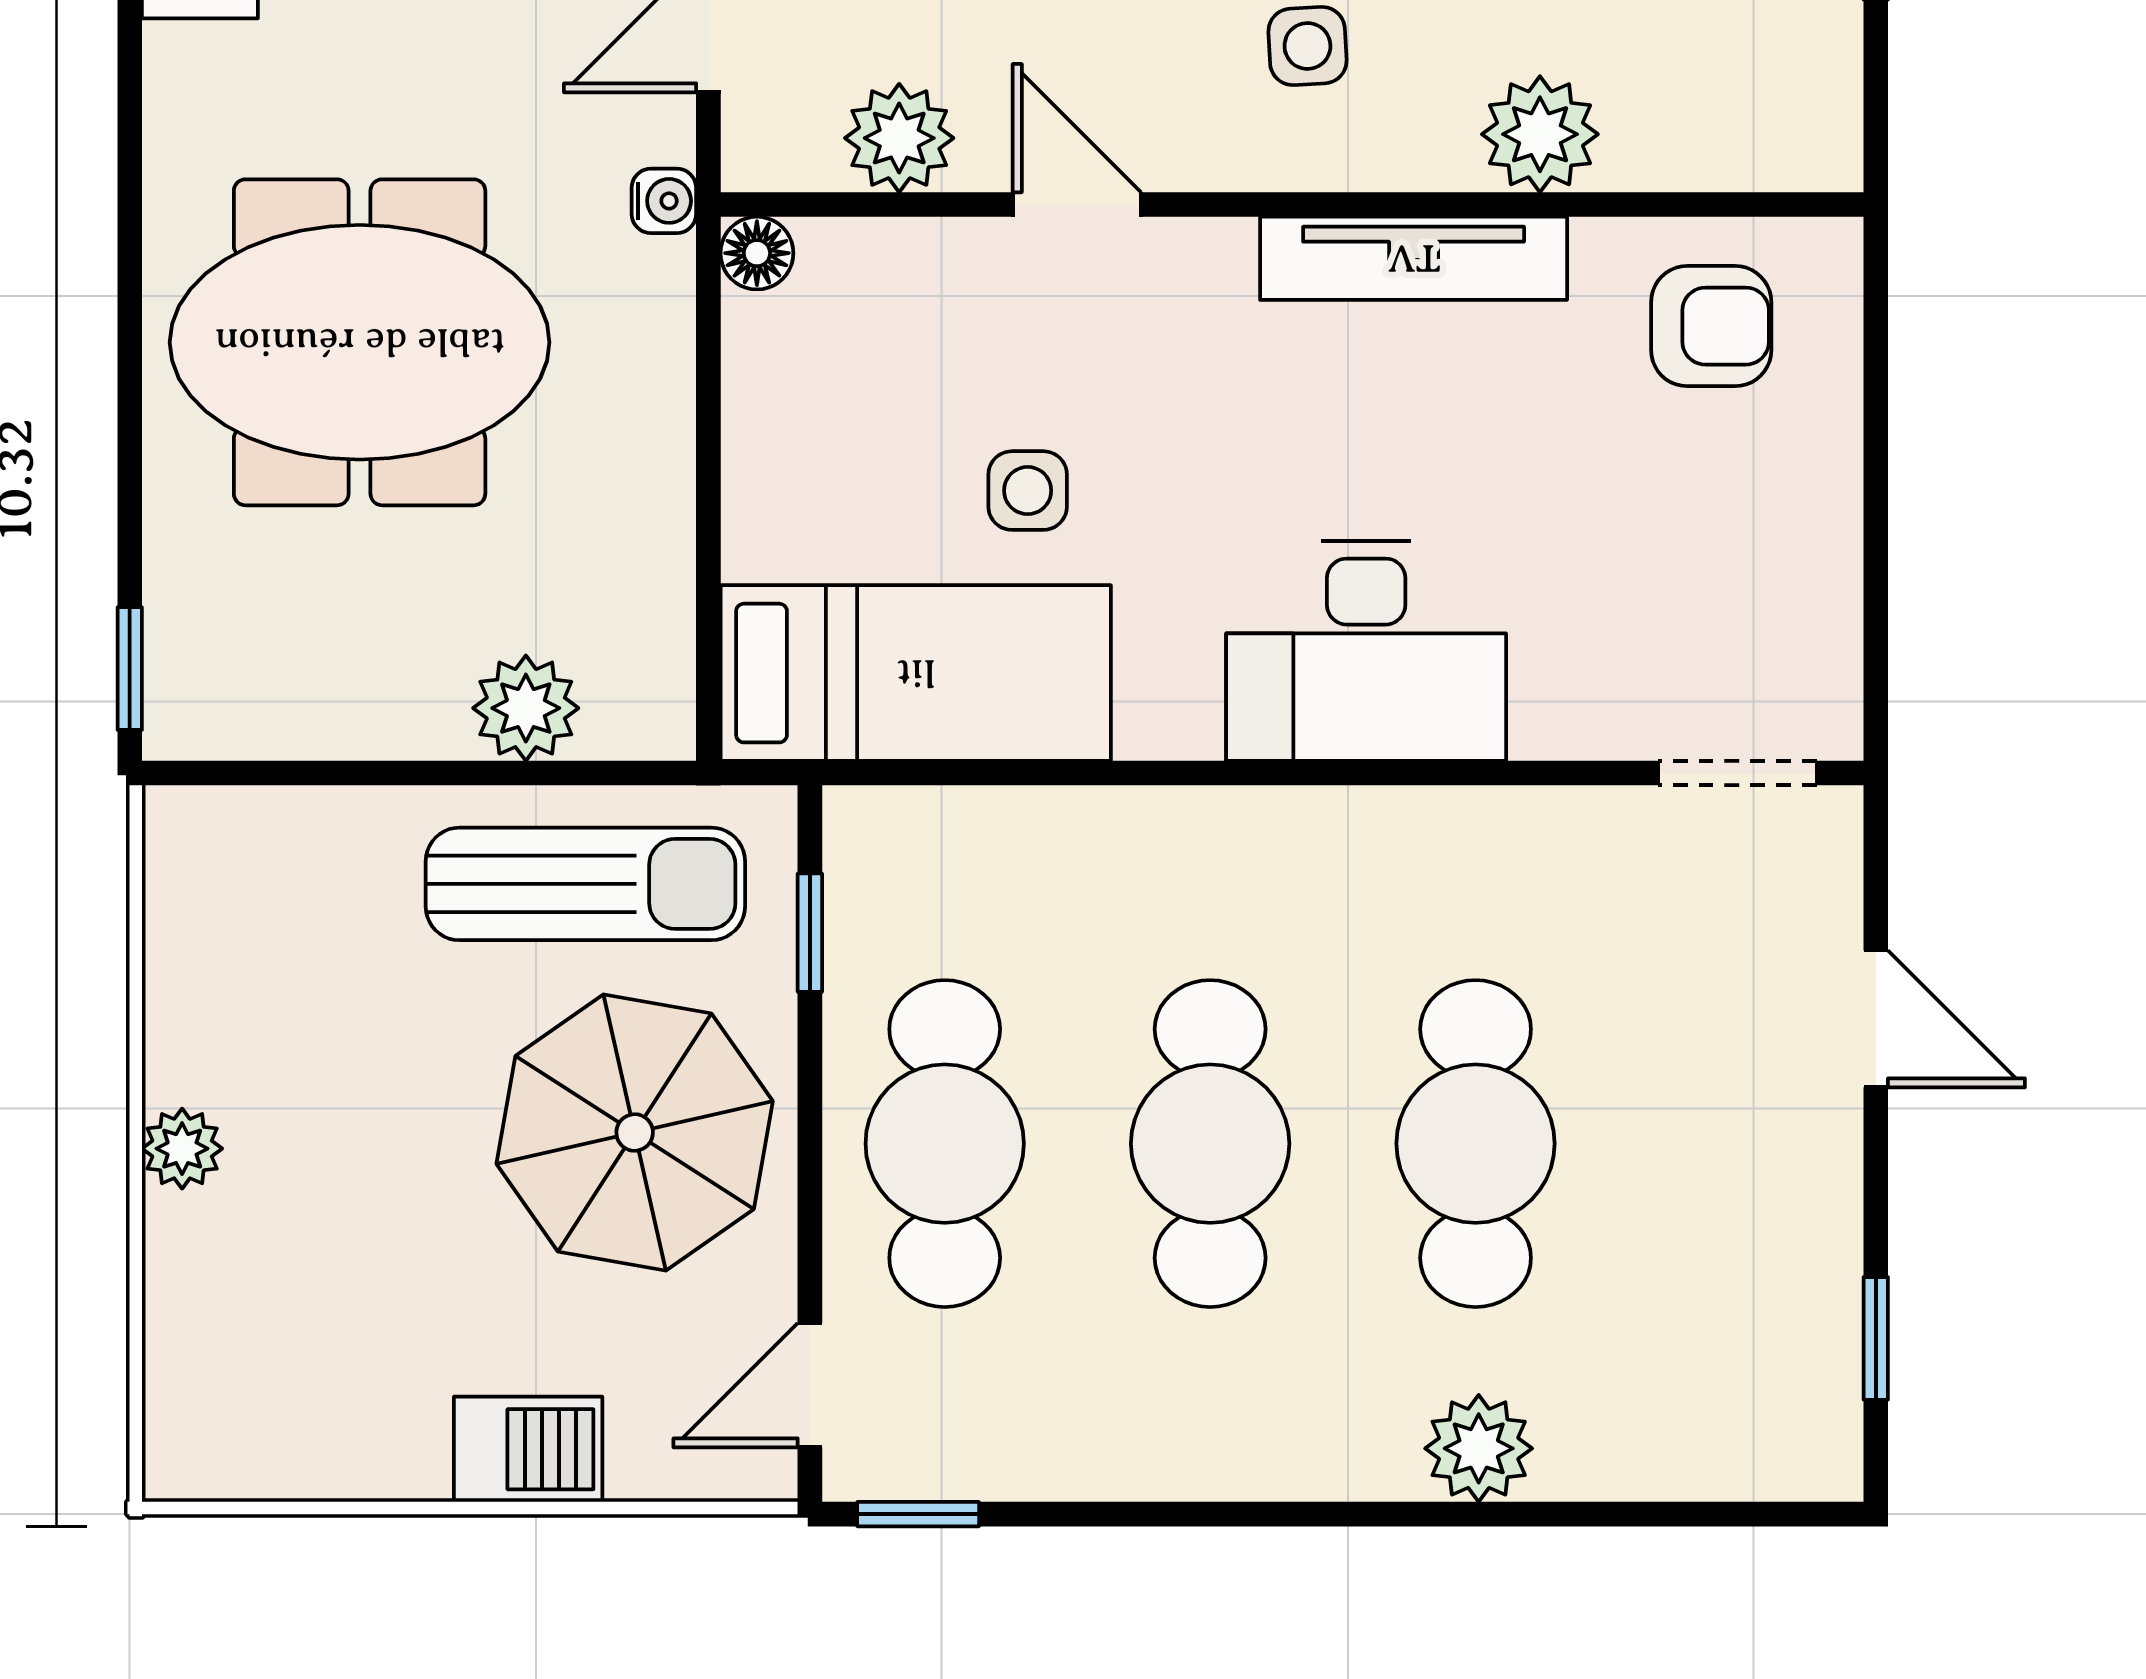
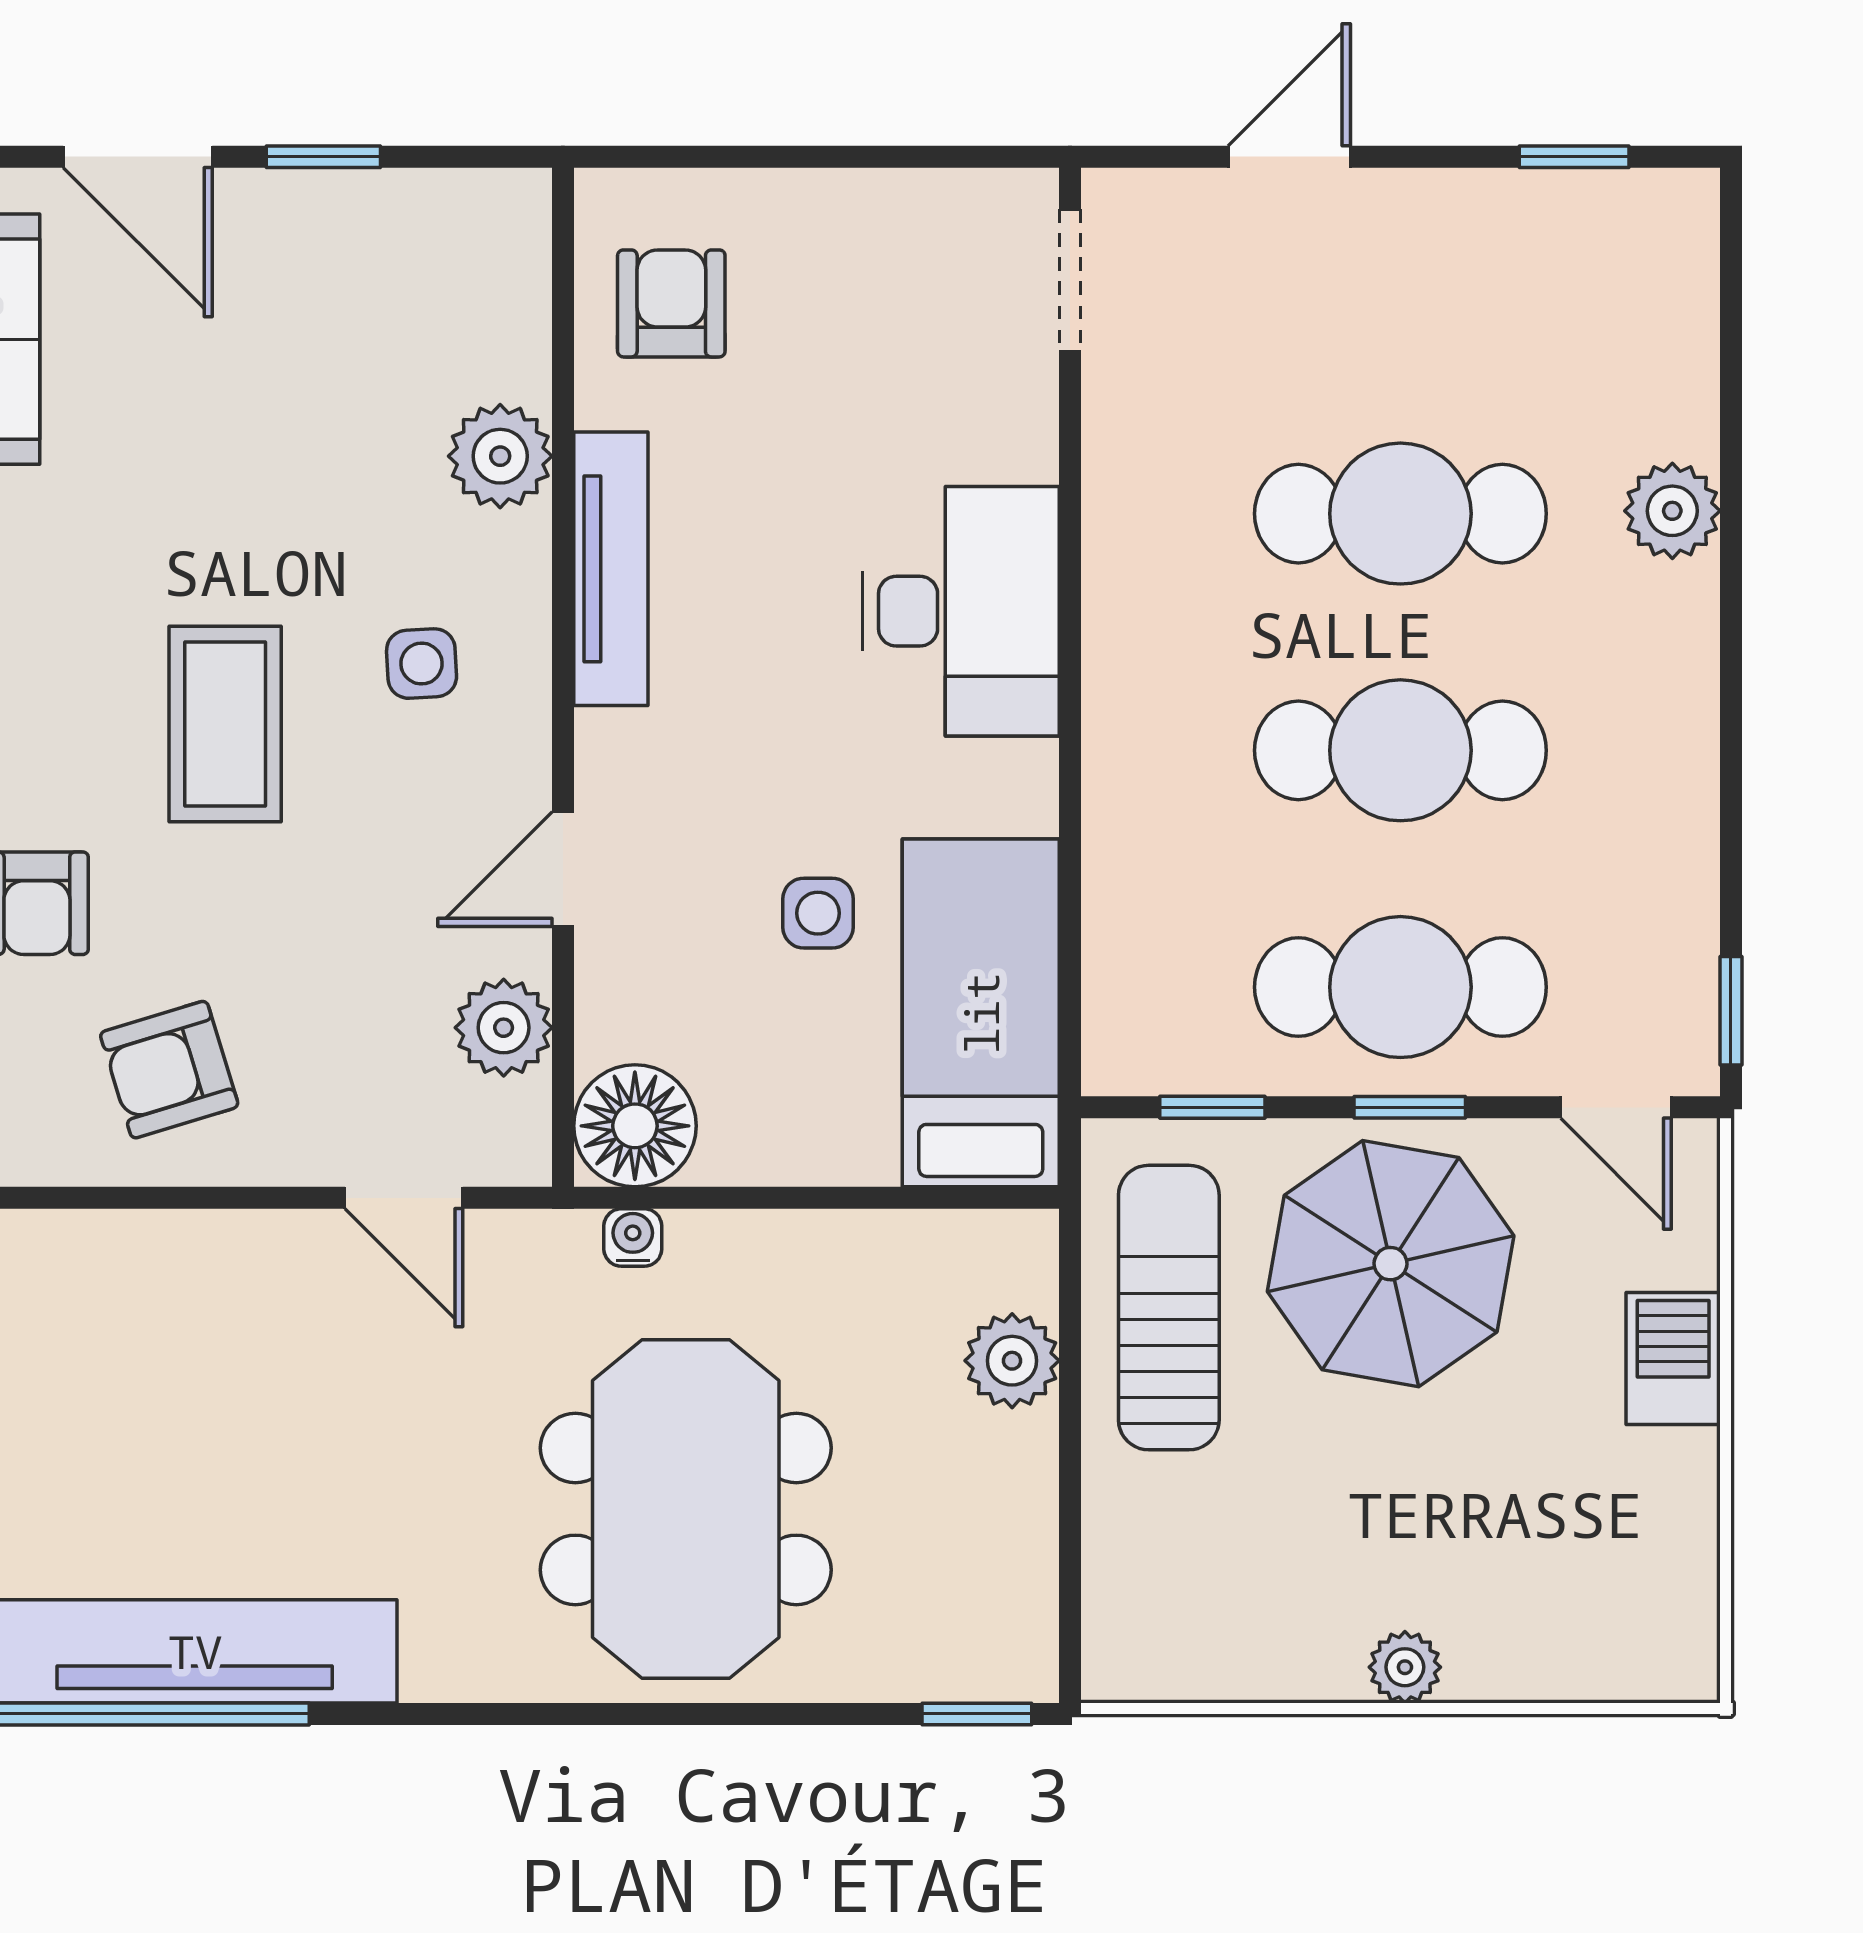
water cooler: (664, 201) -> (633, 1237), moved
floor lamp: (757, 253) -> (635, 1126), width x1.89, depth x1.89
window: (810, 1154) -> (1410, 1107), added

